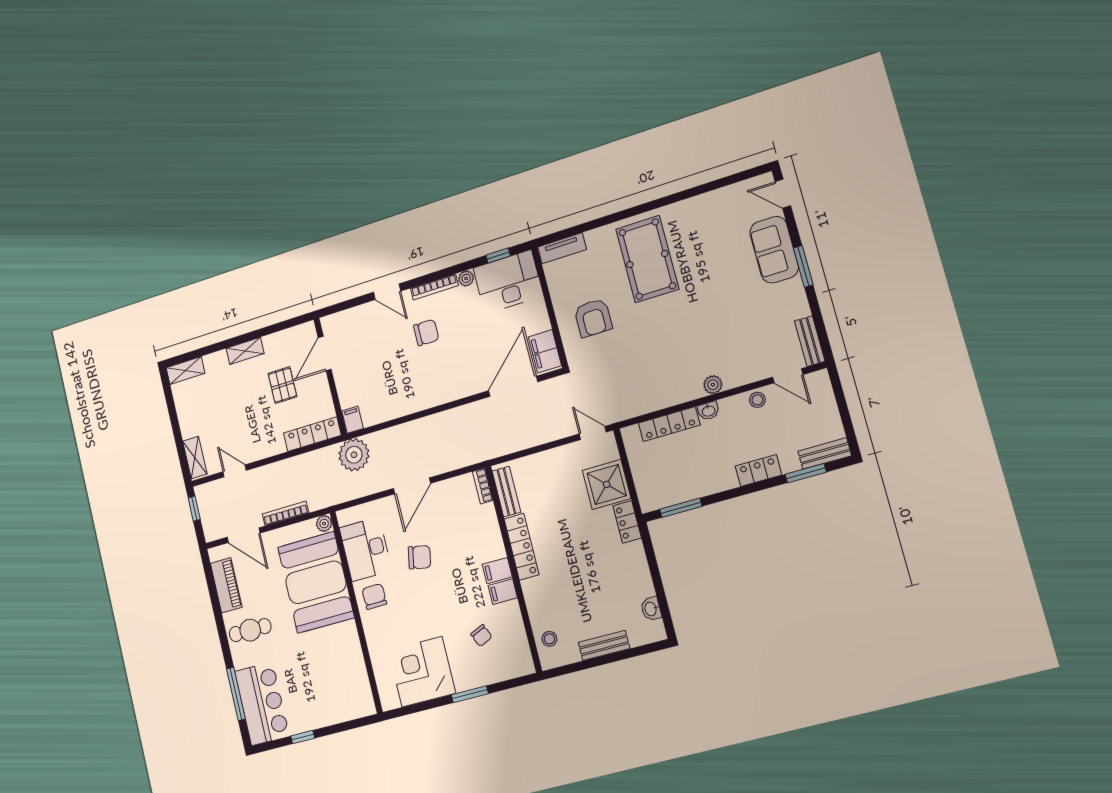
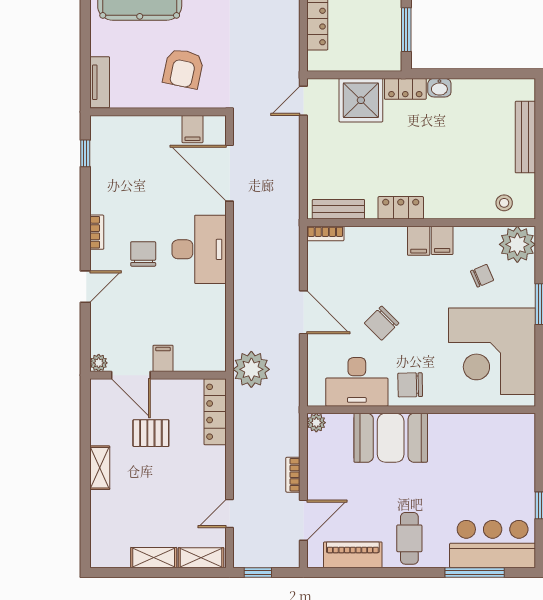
plant: (466, 278) -> (99, 363), moved
desk: (508, 282) -> (199, 249), moved, turned 180
bookcase: (434, 287) -> (97, 232), width x0.64
armchair: (593, 318) -> (183, 69), turned 102
filing cabinet: (545, 351) -> (192, 129), width x0.50
shelving: (186, 371) -> (154, 558), moved, turned 90
filing cabinet: (353, 420) -> (163, 358), moved, turned 90
bookcase: (285, 513) -> (293, 475), width x0.64
locker: (522, 547) -> (401, 208), width x0.66
chair: (419, 557) -> (382, 323), turned -146
booth: (316, 582) -> (391, 438), width x0.73, depth x0.70
washbasin: (651, 609) -> (439, 88), moved
bench: (604, 645) -> (525, 137), width x1.36
plant: (516, 660) -> (517, 244), added
corner desk: (422, 672) -> (492, 351), width x1.36, depth x1.36

